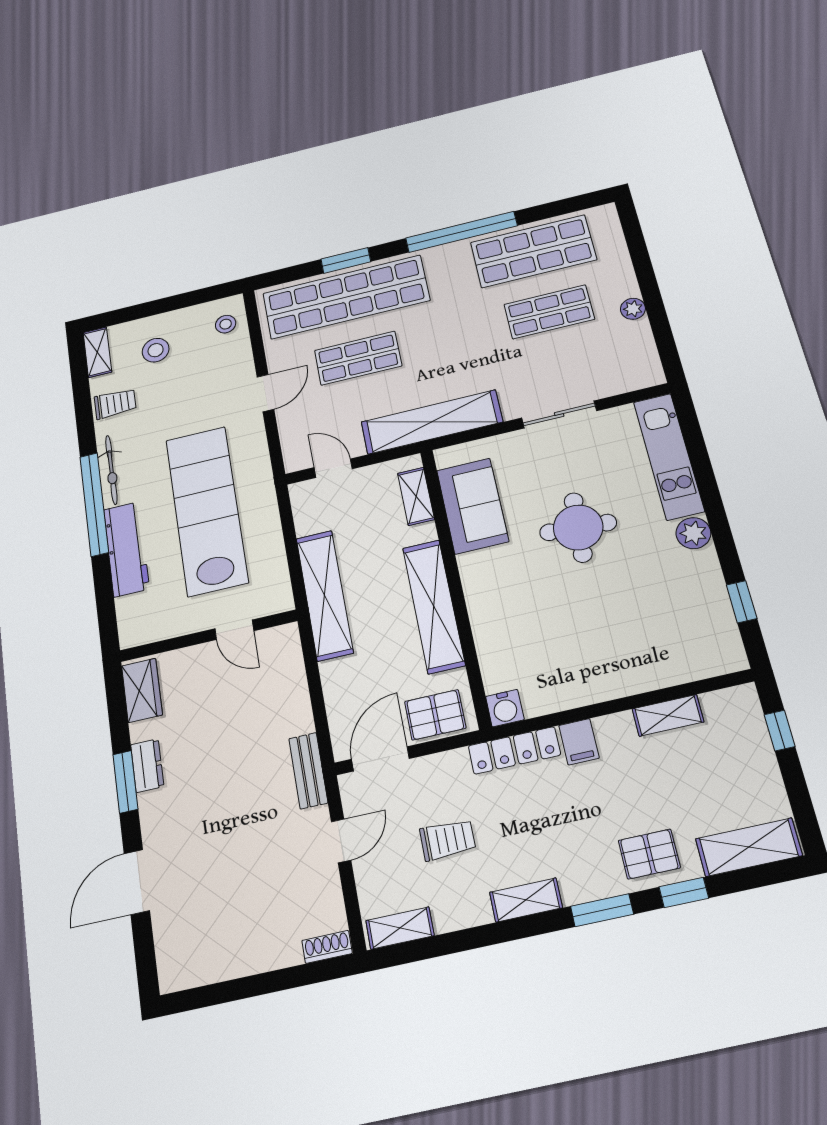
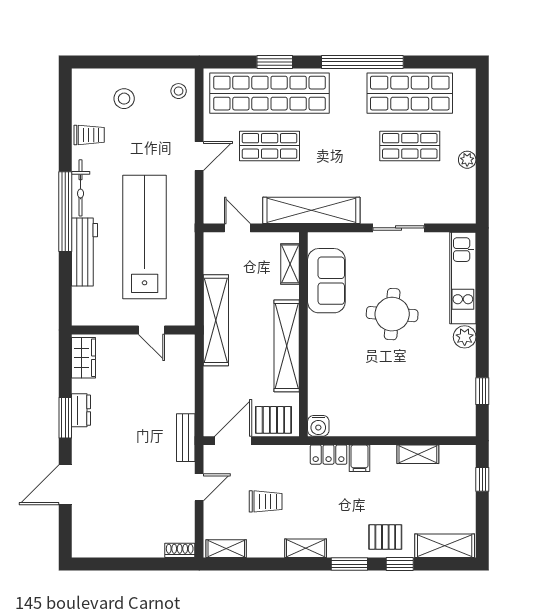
shelving: (97, 352) -> (81, 88), removed
locker: (514, 750) -> (329, 455), width x0.66

